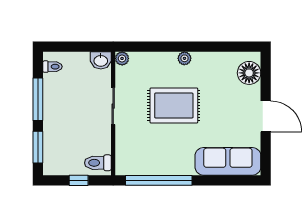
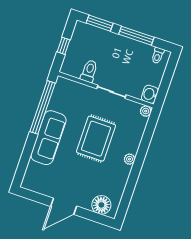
sofa: (228, 161) -> (48, 138), moved
toilet: (98, 163) -> (89, 71), moved

